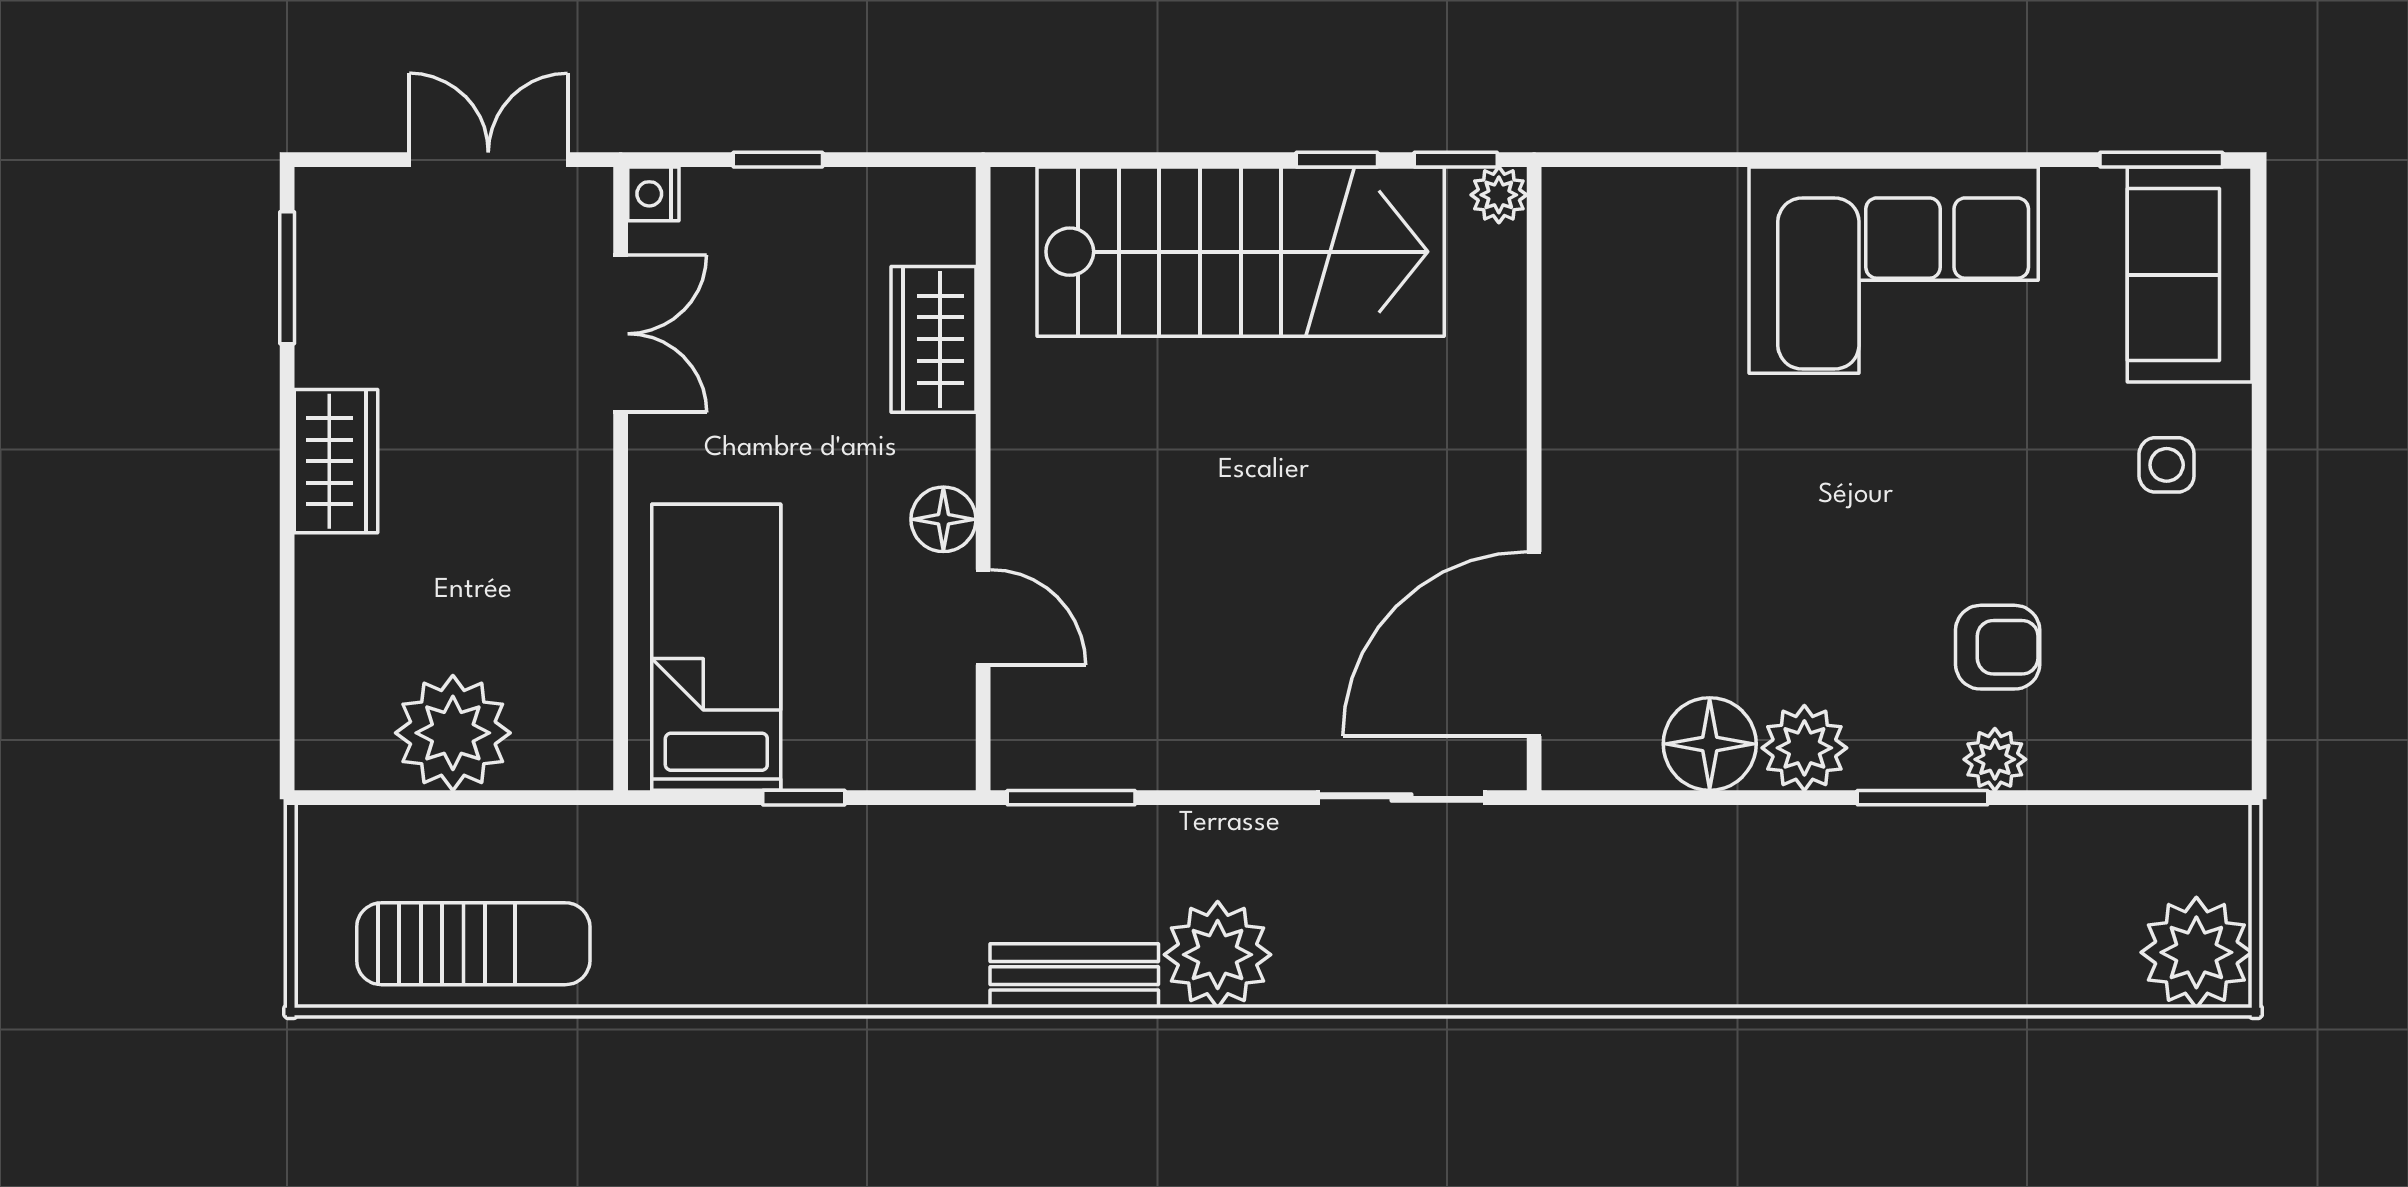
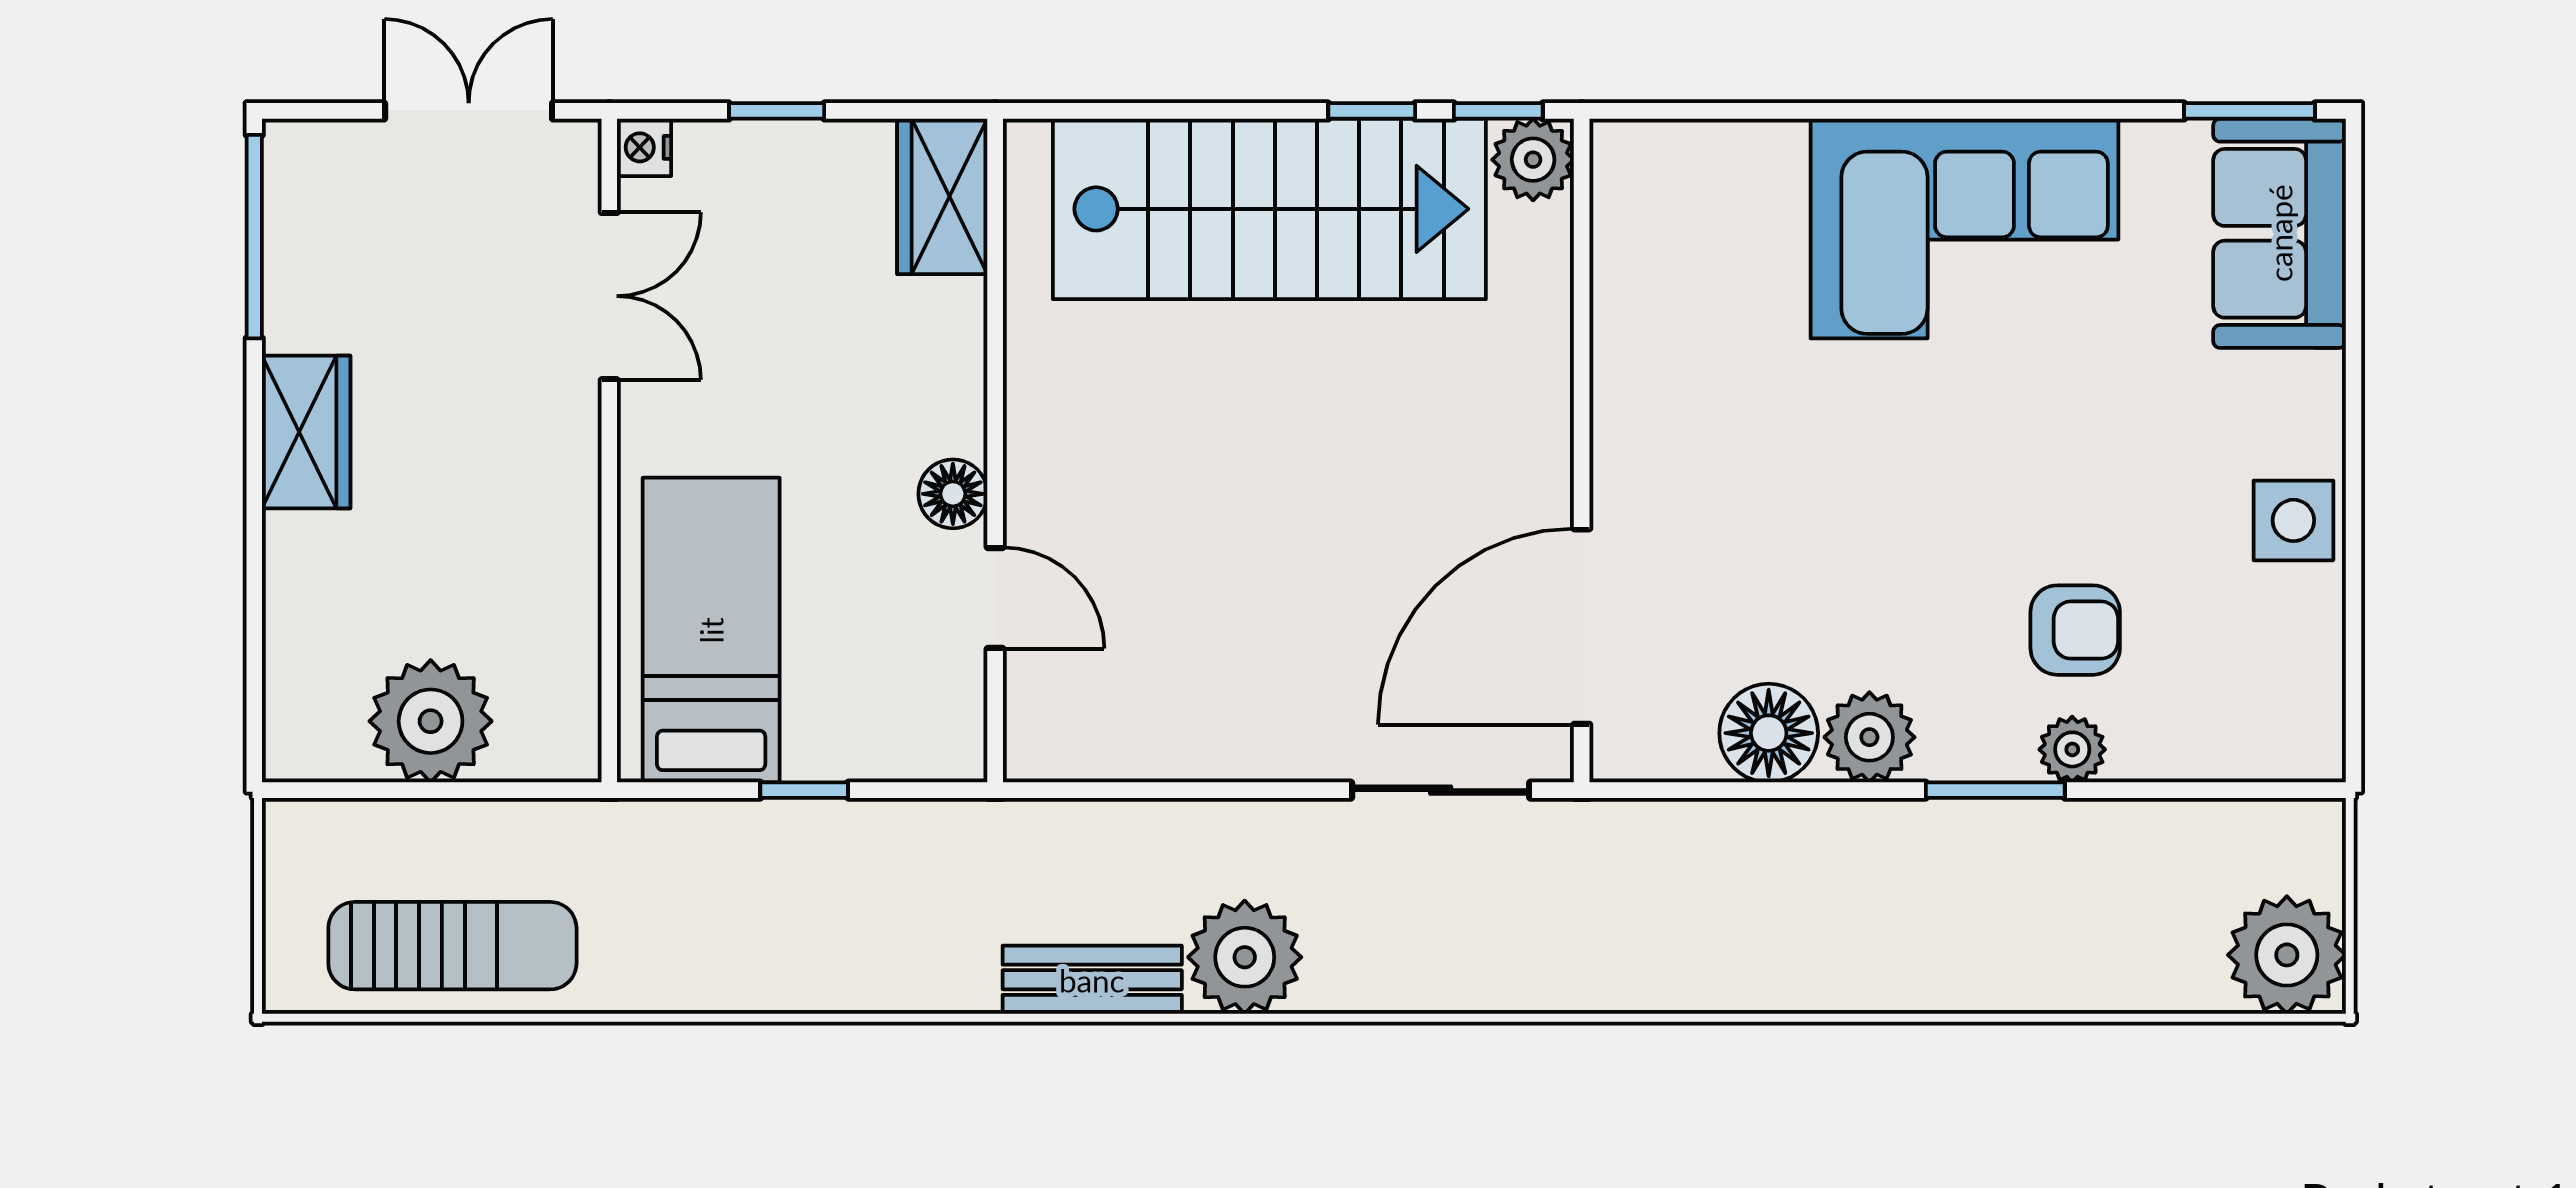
plant: (1499, 195) -> (1533, 160), width x1.38, depth x1.38
window: (287, 278) -> (254, 237), width x1.44
wardrobe: (933, 339) -> (942, 196), moved
side table: (2167, 465) -> (2293, 520), moved, width x1.37, depth x1.37
window: (1071, 798) -> (1089, 790), removed

